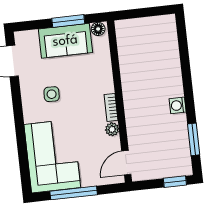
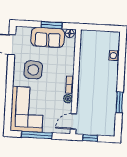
side table: (52, 94) -> (33, 70), width x1.87, depth x1.87
washing machine: (178, 105) -> (114, 56), moved
window: (194, 139) -> (119, 102), moved
window: (175, 182) -> (90, 138), moved

